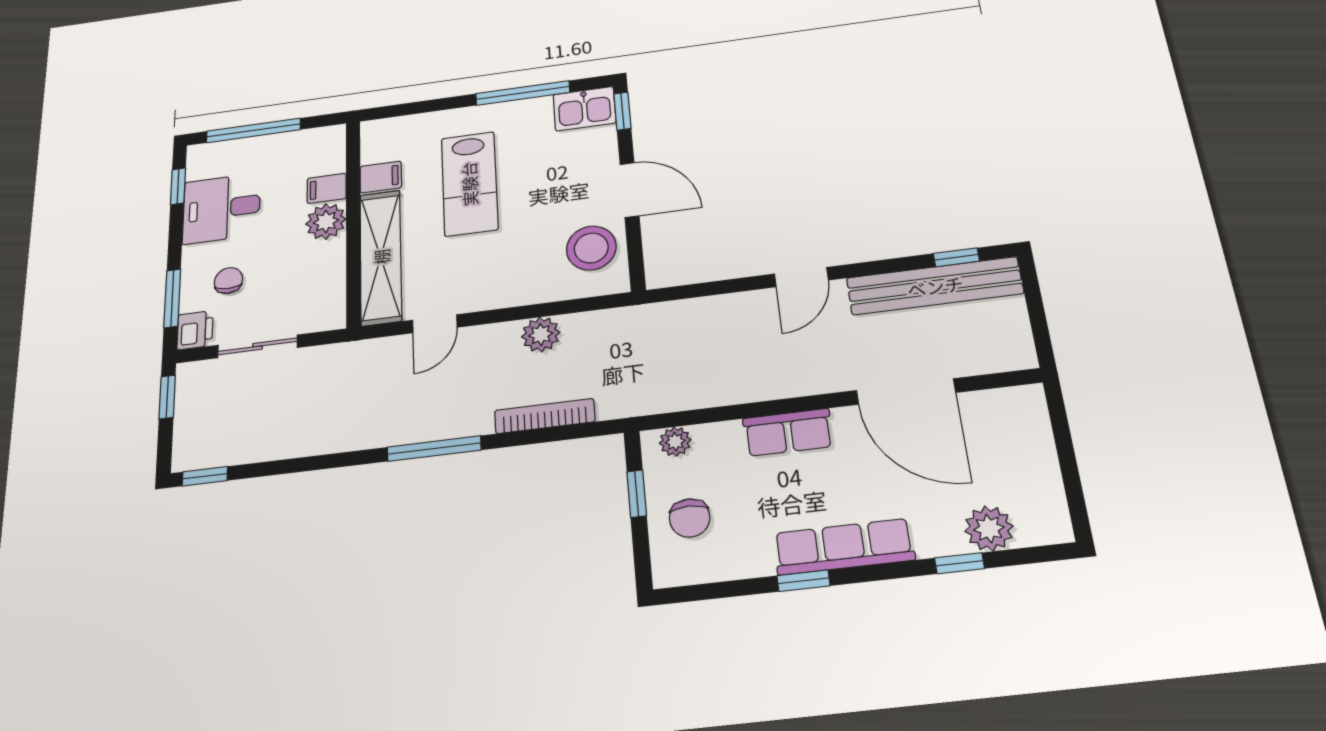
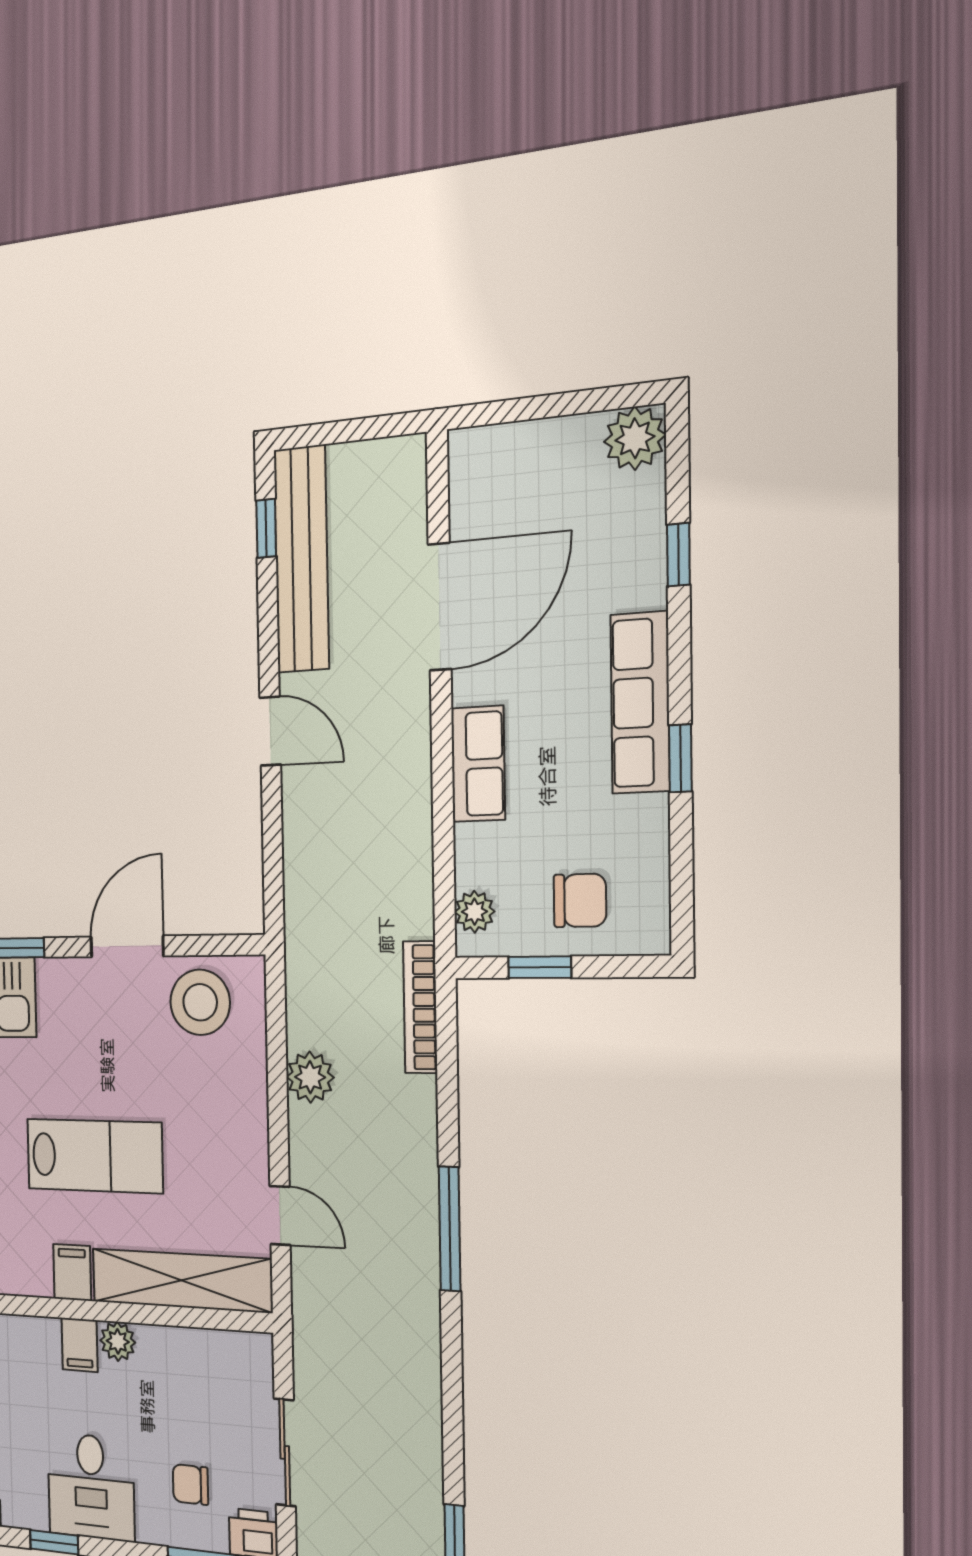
plant: (326, 222) -> (118, 1341), width x0.73, depth x0.73
bookcase: (545, 416) -> (420, 1007), moved
plant: (989, 529) -> (635, 438), moved

